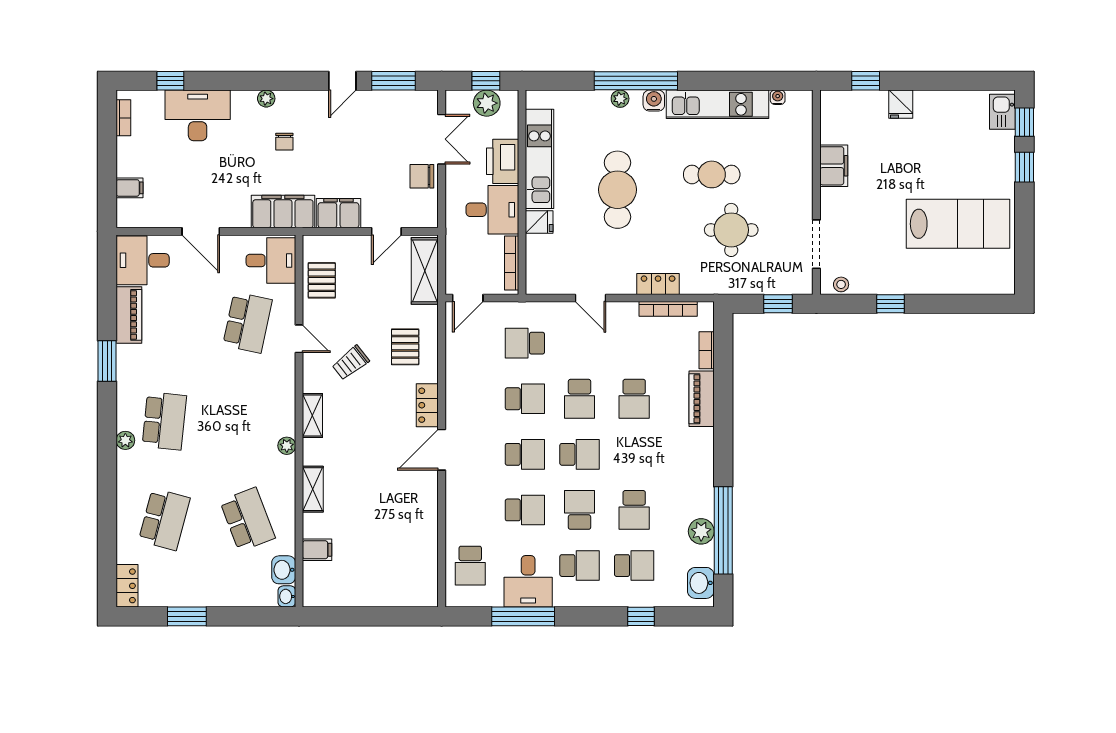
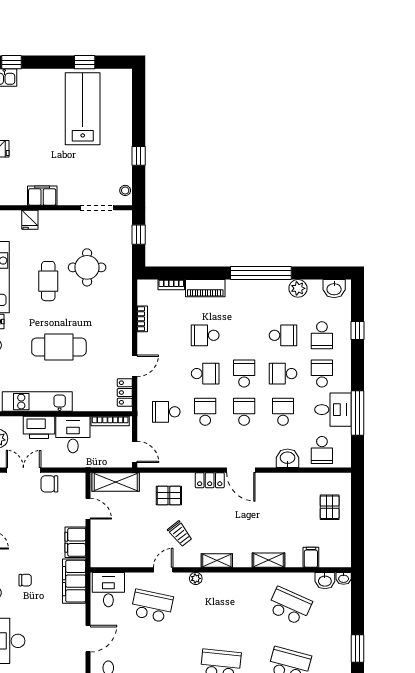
window: (1024, 167) -> (85, 62), moved
chair: (422, 176) -> (49, 484), turned 90
fridge: (539, 222) -> (30, 220), moved, turned 180
pallet: (322, 280) -> (330, 507), moved, turned 90
locker: (658, 284) -> (125, 393), moved
bookcase: (668, 309) -> (142, 319), width x0.64
school desk: (525, 343) -> (166, 412), turned 90
school desk: (634, 399) -> (205, 335), turned 180
plant: (287, 446) -> (196, 578), moved
washbasin: (458, 516) -> (288, 458), added
school desk: (247, 519) -> (290, 606), turned 45
window: (723, 530) -> (261, 273), moved
school desk: (470, 566) -> (322, 450), turned 90
school desk: (634, 566) -> (322, 335), turned 180

